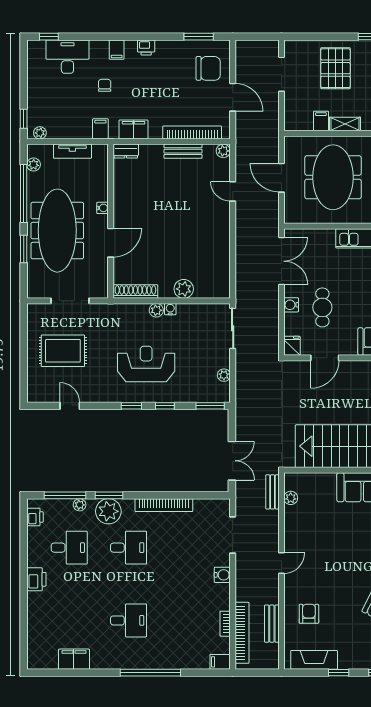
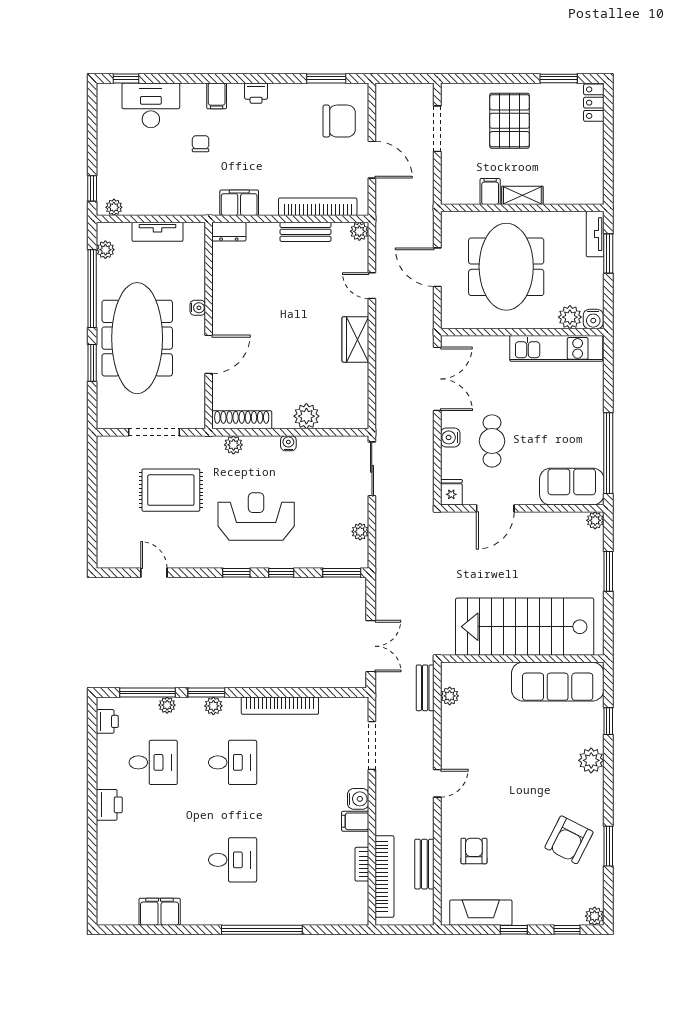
filing cabinet: (100, 129) -> (195, 202), removed
wardrobe: (220, 232) -> (355, 339), added
plant: (156, 310) -> (233, 445), moved
rug: (63, 351) -> (171, 490), moved
plant: (108, 511) -> (213, 706), width x0.53, depth x0.53
filing cabinet: (220, 662) -> (355, 821), moved

